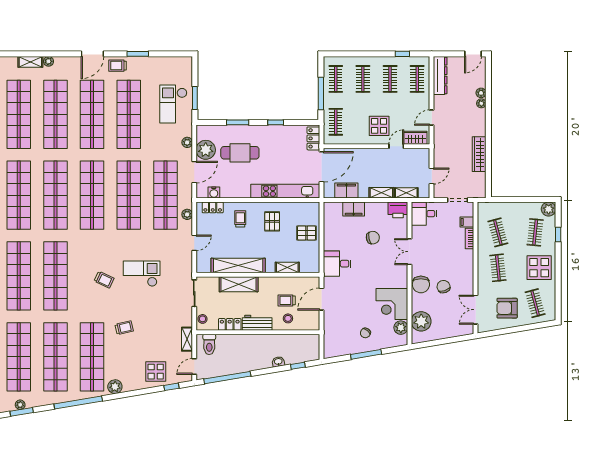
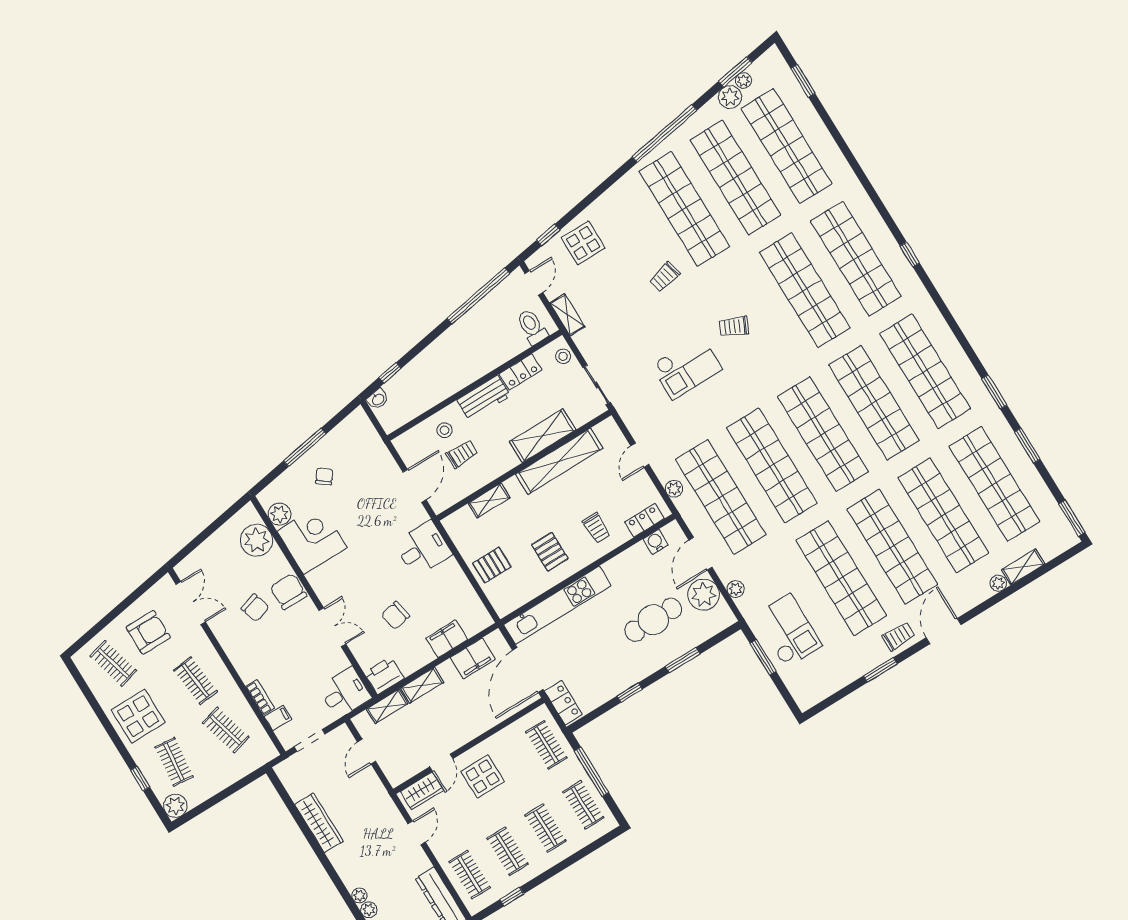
washbasin: (278, 362) -> (378, 399), moved
plant: (115, 387) -> (730, 97), moved

